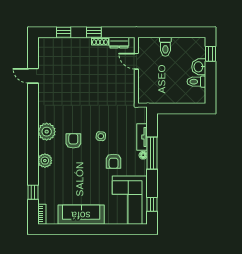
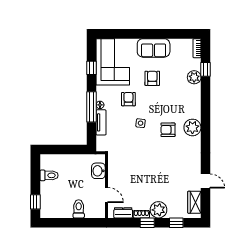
plant: (82, 46) -> (158, 210), added
wardrobe: (45, 54) -> (194, 202), added
washbasin: (199, 67) -> (98, 171), moved, turned 180
armchair: (73, 141) -> (168, 130), moved, turned 90
plant: (45, 161) -> (194, 77), moved
armchair: (89, 183) -> (152, 78), added
window: (152, 204) -> (91, 68), moved
sofa: (81, 215) -> (154, 48), width x0.73

